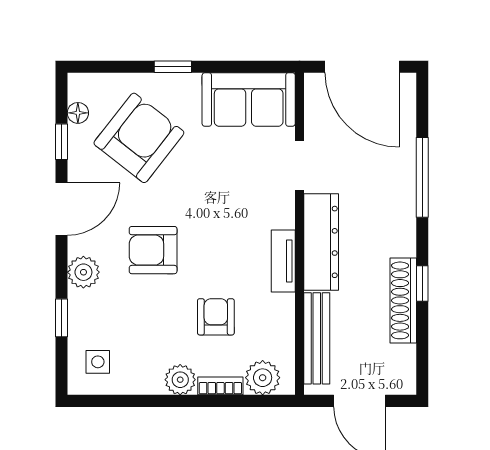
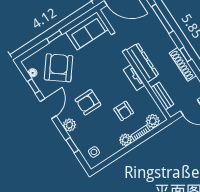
armchair: (216, 317) -> (124, 111), turned 180
bench: (317, 338) -> (162, 96), width x0.73

